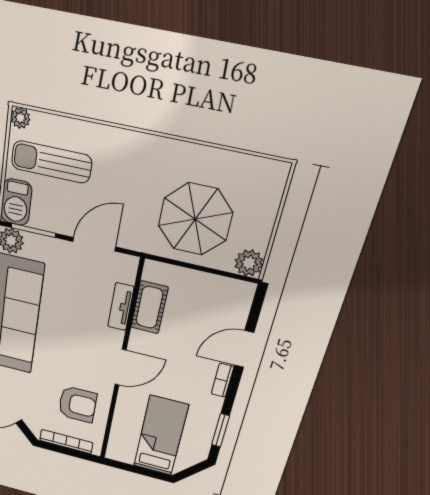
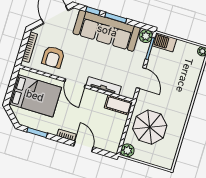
sun lounger: (51, 162) -> (182, 63), removed
tv unit: (121, 307) -> (104, 86), width x1.41
cot: (149, 307) -> (118, 105), moved
bed: (161, 436) -> (35, 96), width x1.50

